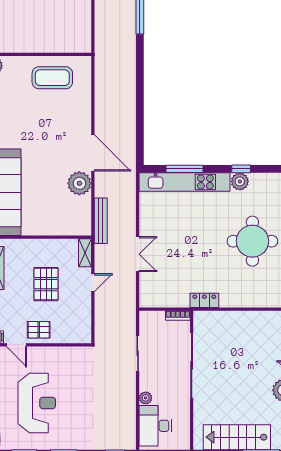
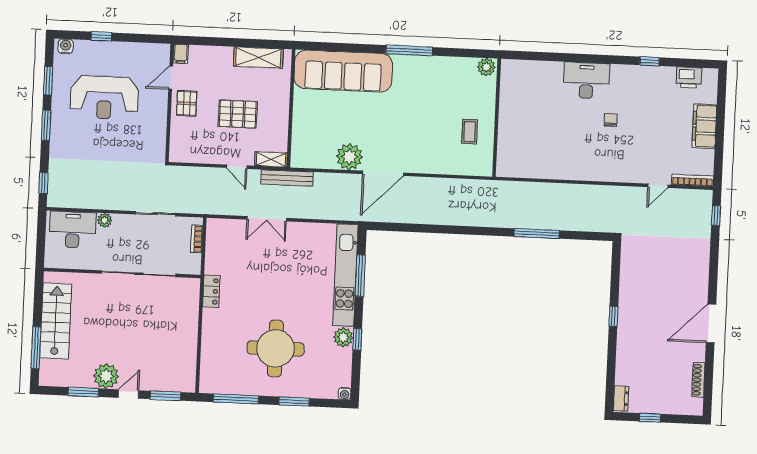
coffee table: (52, 78) -> (470, 132), width x0.54, depth x0.58
bench: (101, 221) -> (287, 178), moved
bookcase: (178, 315) -> (197, 239), moved

